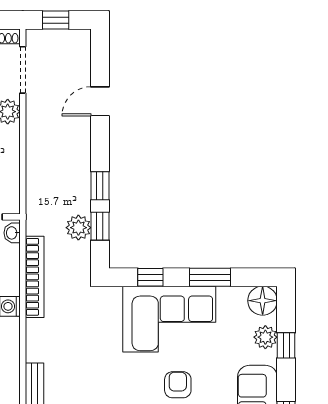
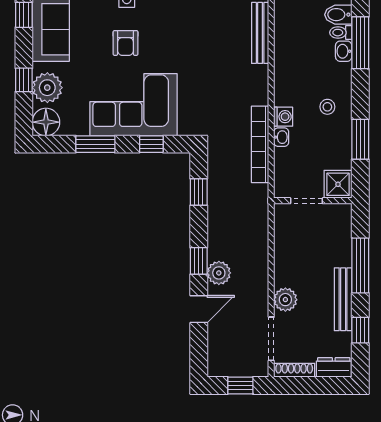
window: (100, 186) -> (199, 261), moved
plant: (78, 228) -> (219, 273), moved
washbasin: (12, 233) -> (281, 137), moved
plant: (265, 337) -> (47, 88), width x1.36, depth x1.36

